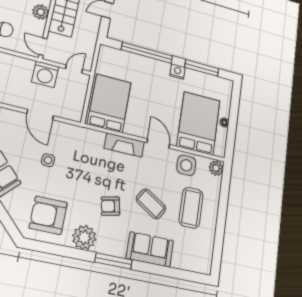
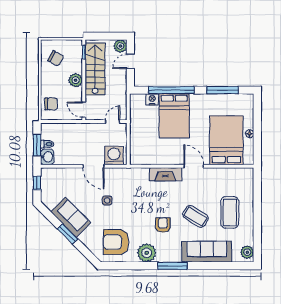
nightstand: (177, 72) -> (152, 99), moved
washing machine: (45, 74) -> (114, 155), moved, turned 180
bed: (109, 103) -> (174, 116), moved, turned 180
side table: (186, 165) -> (221, 179), removed
plant: (216, 168) -> (247, 252), moved
armchair: (110, 206) -> (163, 225), turned 102
sofa: (150, 249) -> (207, 252), width x1.36

